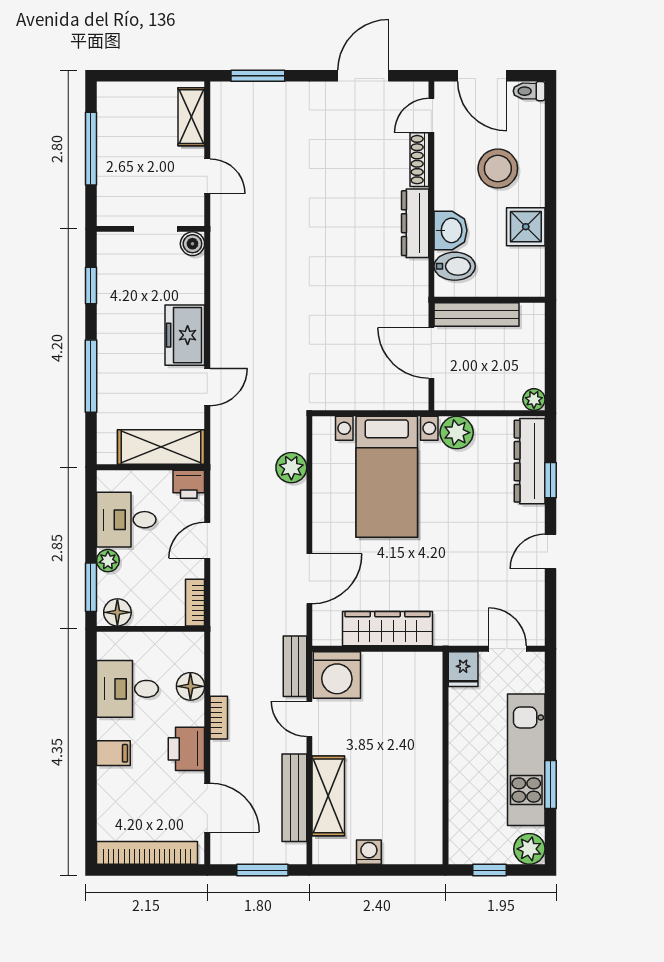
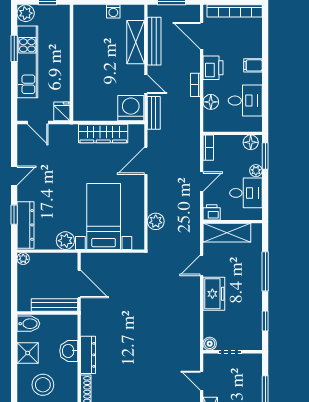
bidet: (455, 266) -> (28, 324), moved, turned 180

